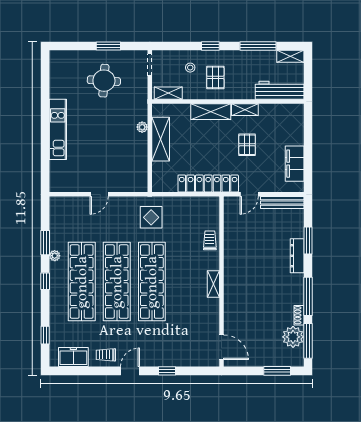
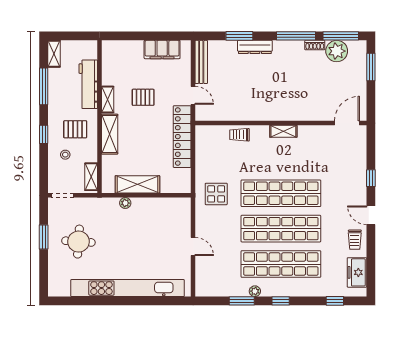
workbench: (280, 90) -> (88, 84), moved
kitchen unit: (58, 129) -> (128, 288), width x1.86

